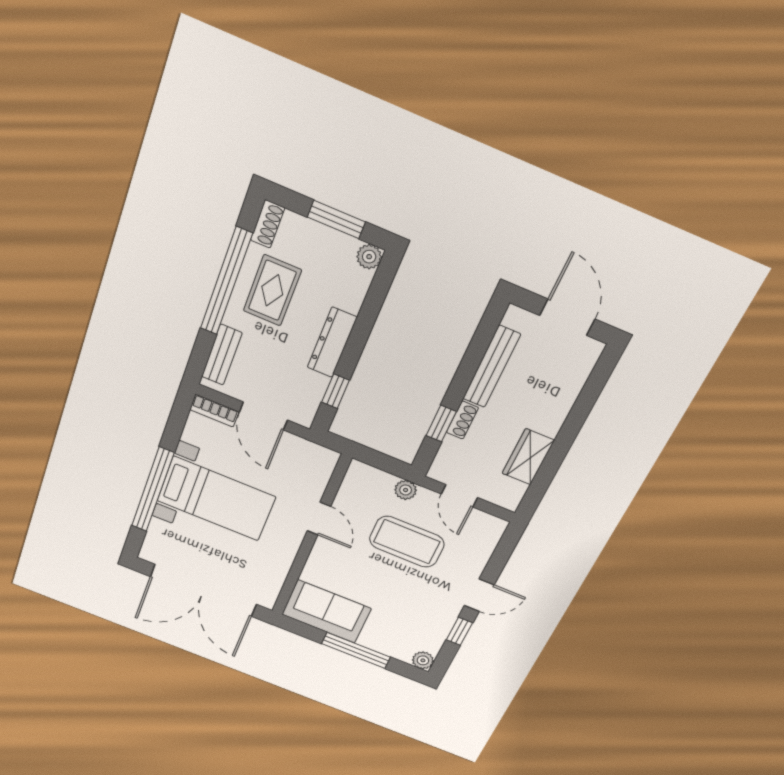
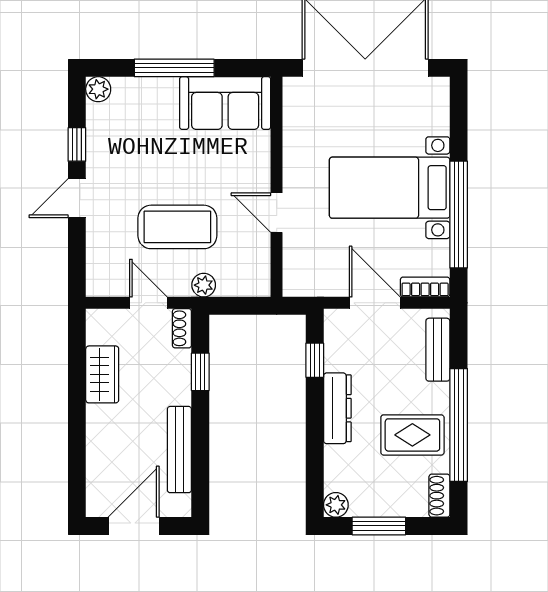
rug: (272, 290) -> (412, 435), turned 90
door: (567, 317) -> (134, 526), swing flipped
shoe rack: (462, 420) -> (182, 328), moved
window: (153, 490) -> (459, 215), moved

